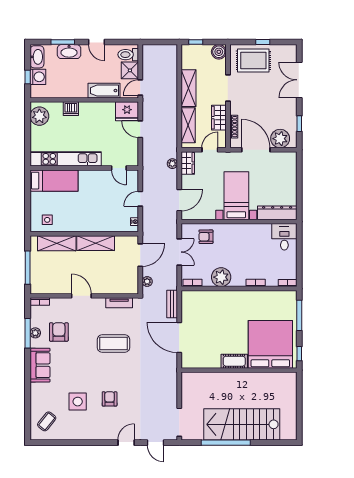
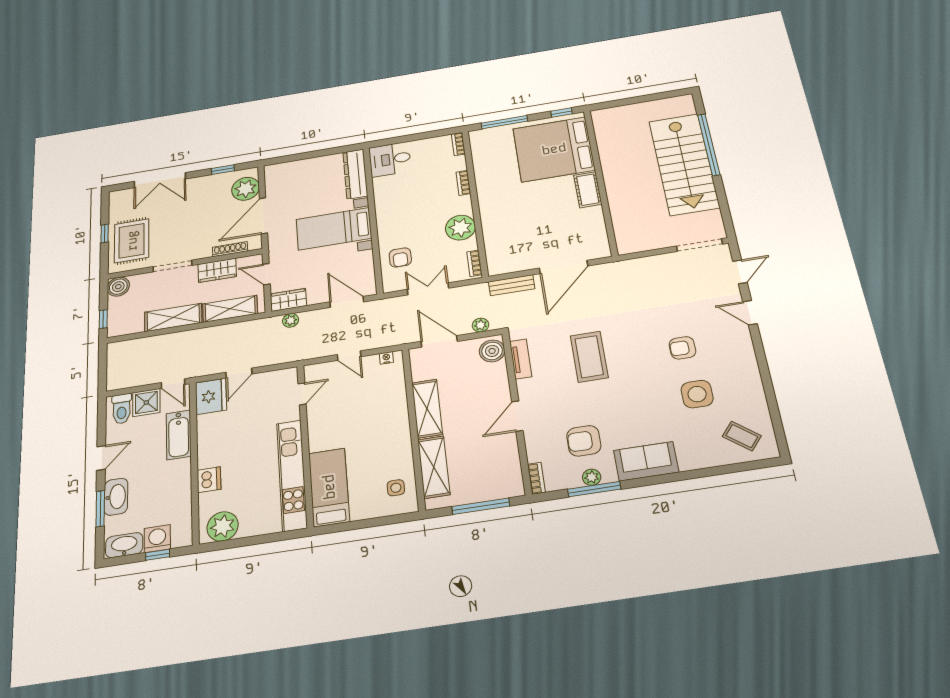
boiler: (128, 286) -> (492, 351), added
window: (226, 443) -> (709, 145), moved

